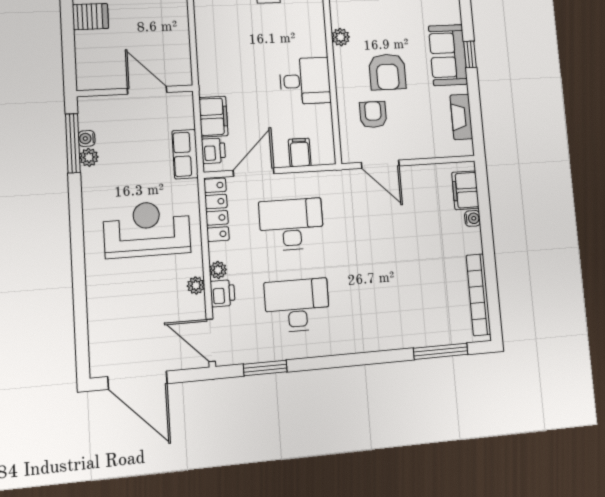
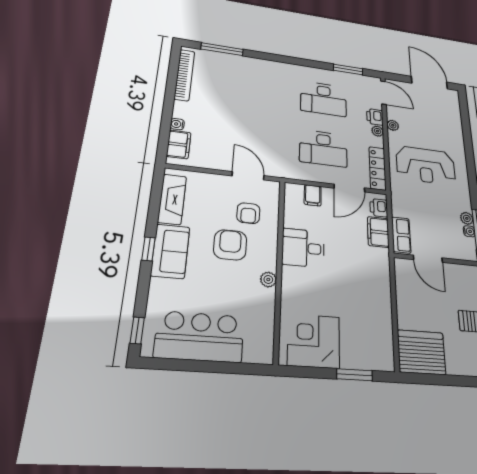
fireplace: (461, 117) -> (172, 199), width x1.37, depth x1.32
row of seats: (185, 154) -> (401, 235), moved

